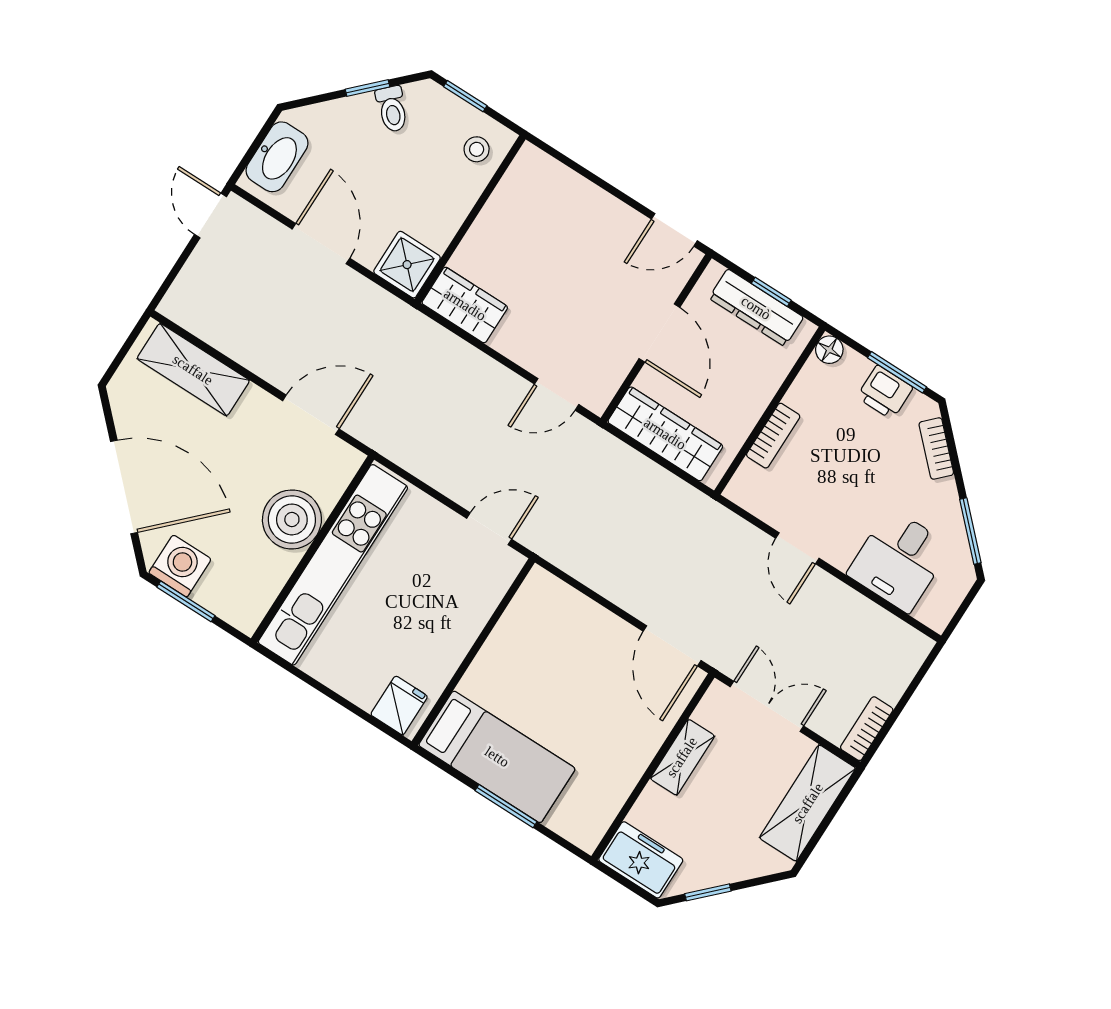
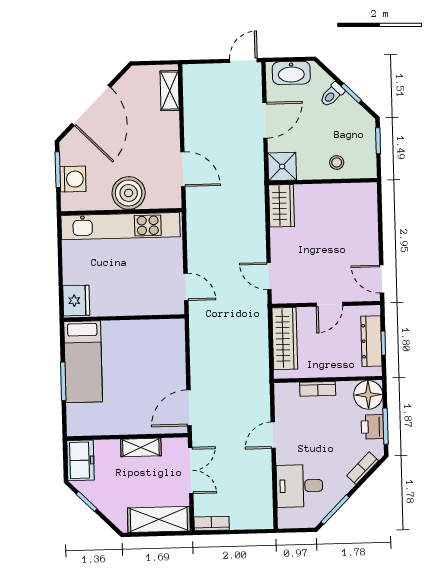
toilet: (392, 109) -> (332, 95), moved
stool: (477, 149) -> (337, 162), moved
door: (659, 333) -> (329, 304), width x0.73
floor lamp: (829, 350) -> (368, 395), width x1.89, depth x1.89
shelving: (193, 370) -> (170, 91), width x0.67, depth x0.75
washing machine: (180, 566) -> (73, 179), moved
fridge: (399, 705) -> (76, 301), width x1.38

